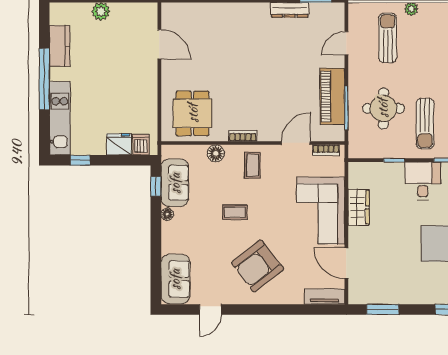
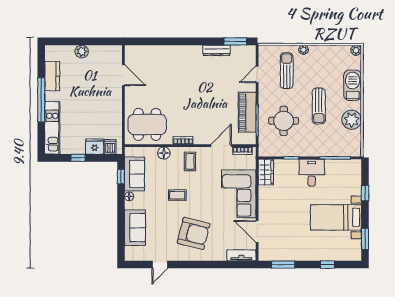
dining table: (193, 113) -> (147, 124), width x1.38
sun lounger: (425, 124) -> (319, 106), moved
window: (80, 160) -> (78, 158), moved
wardrobe: (359, 207) -> (266, 172), moved
armchair: (257, 266) -> (194, 233), turned -128
sofa: (175, 279) -> (135, 228), moved

